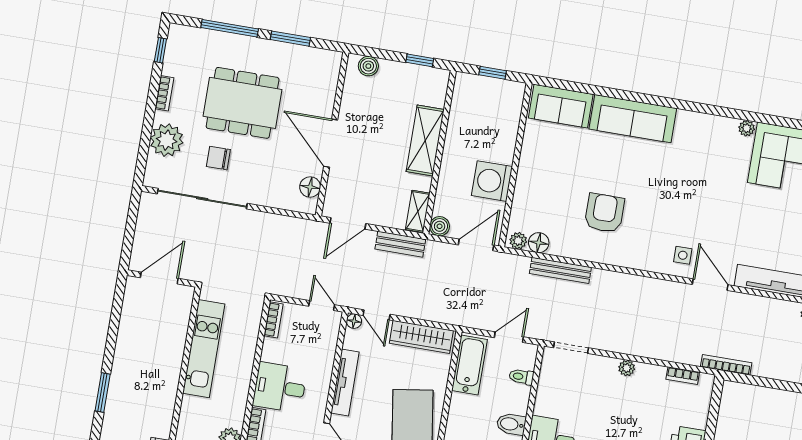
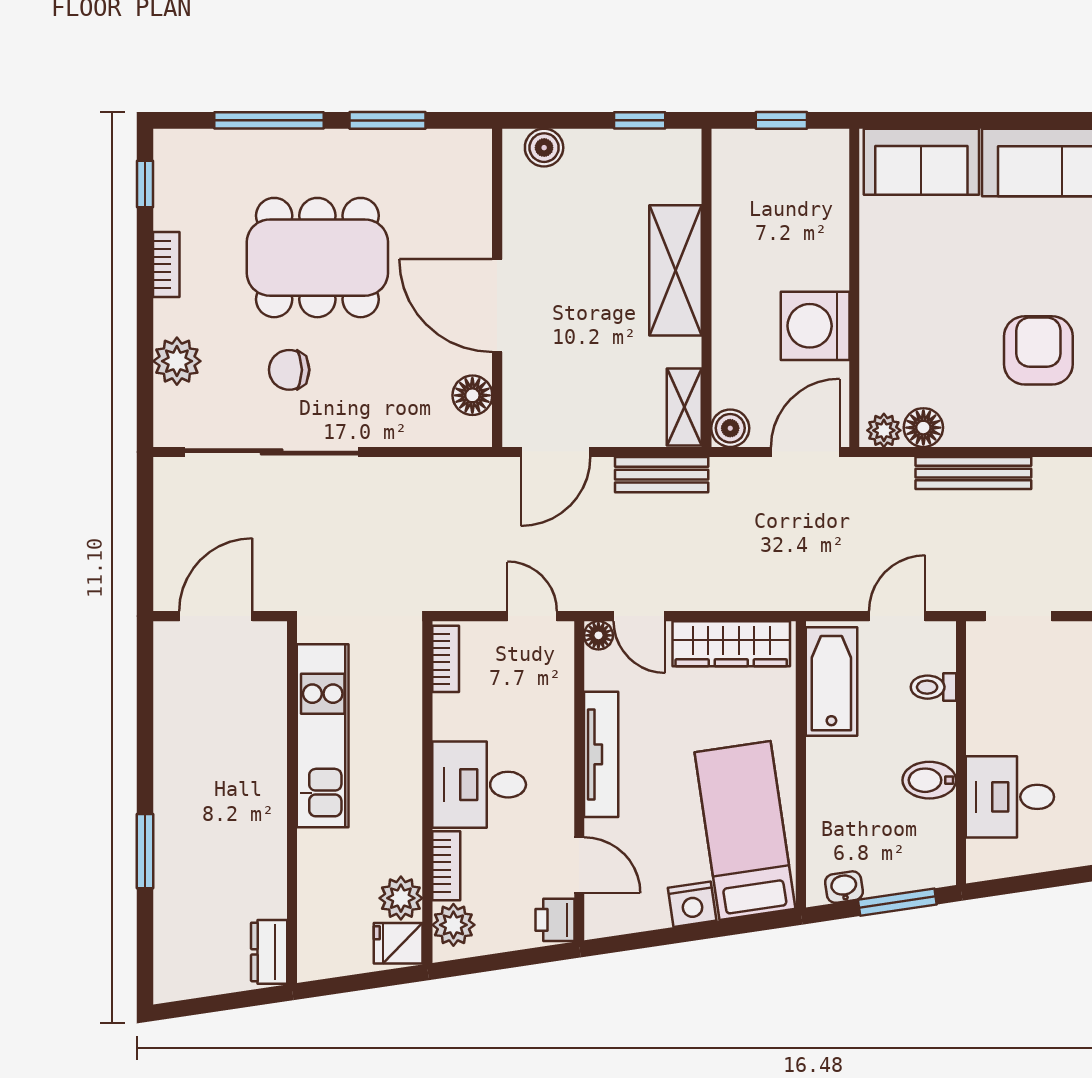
plant: (167, 140) -> (177, 361), width x0.73, depth x0.73

